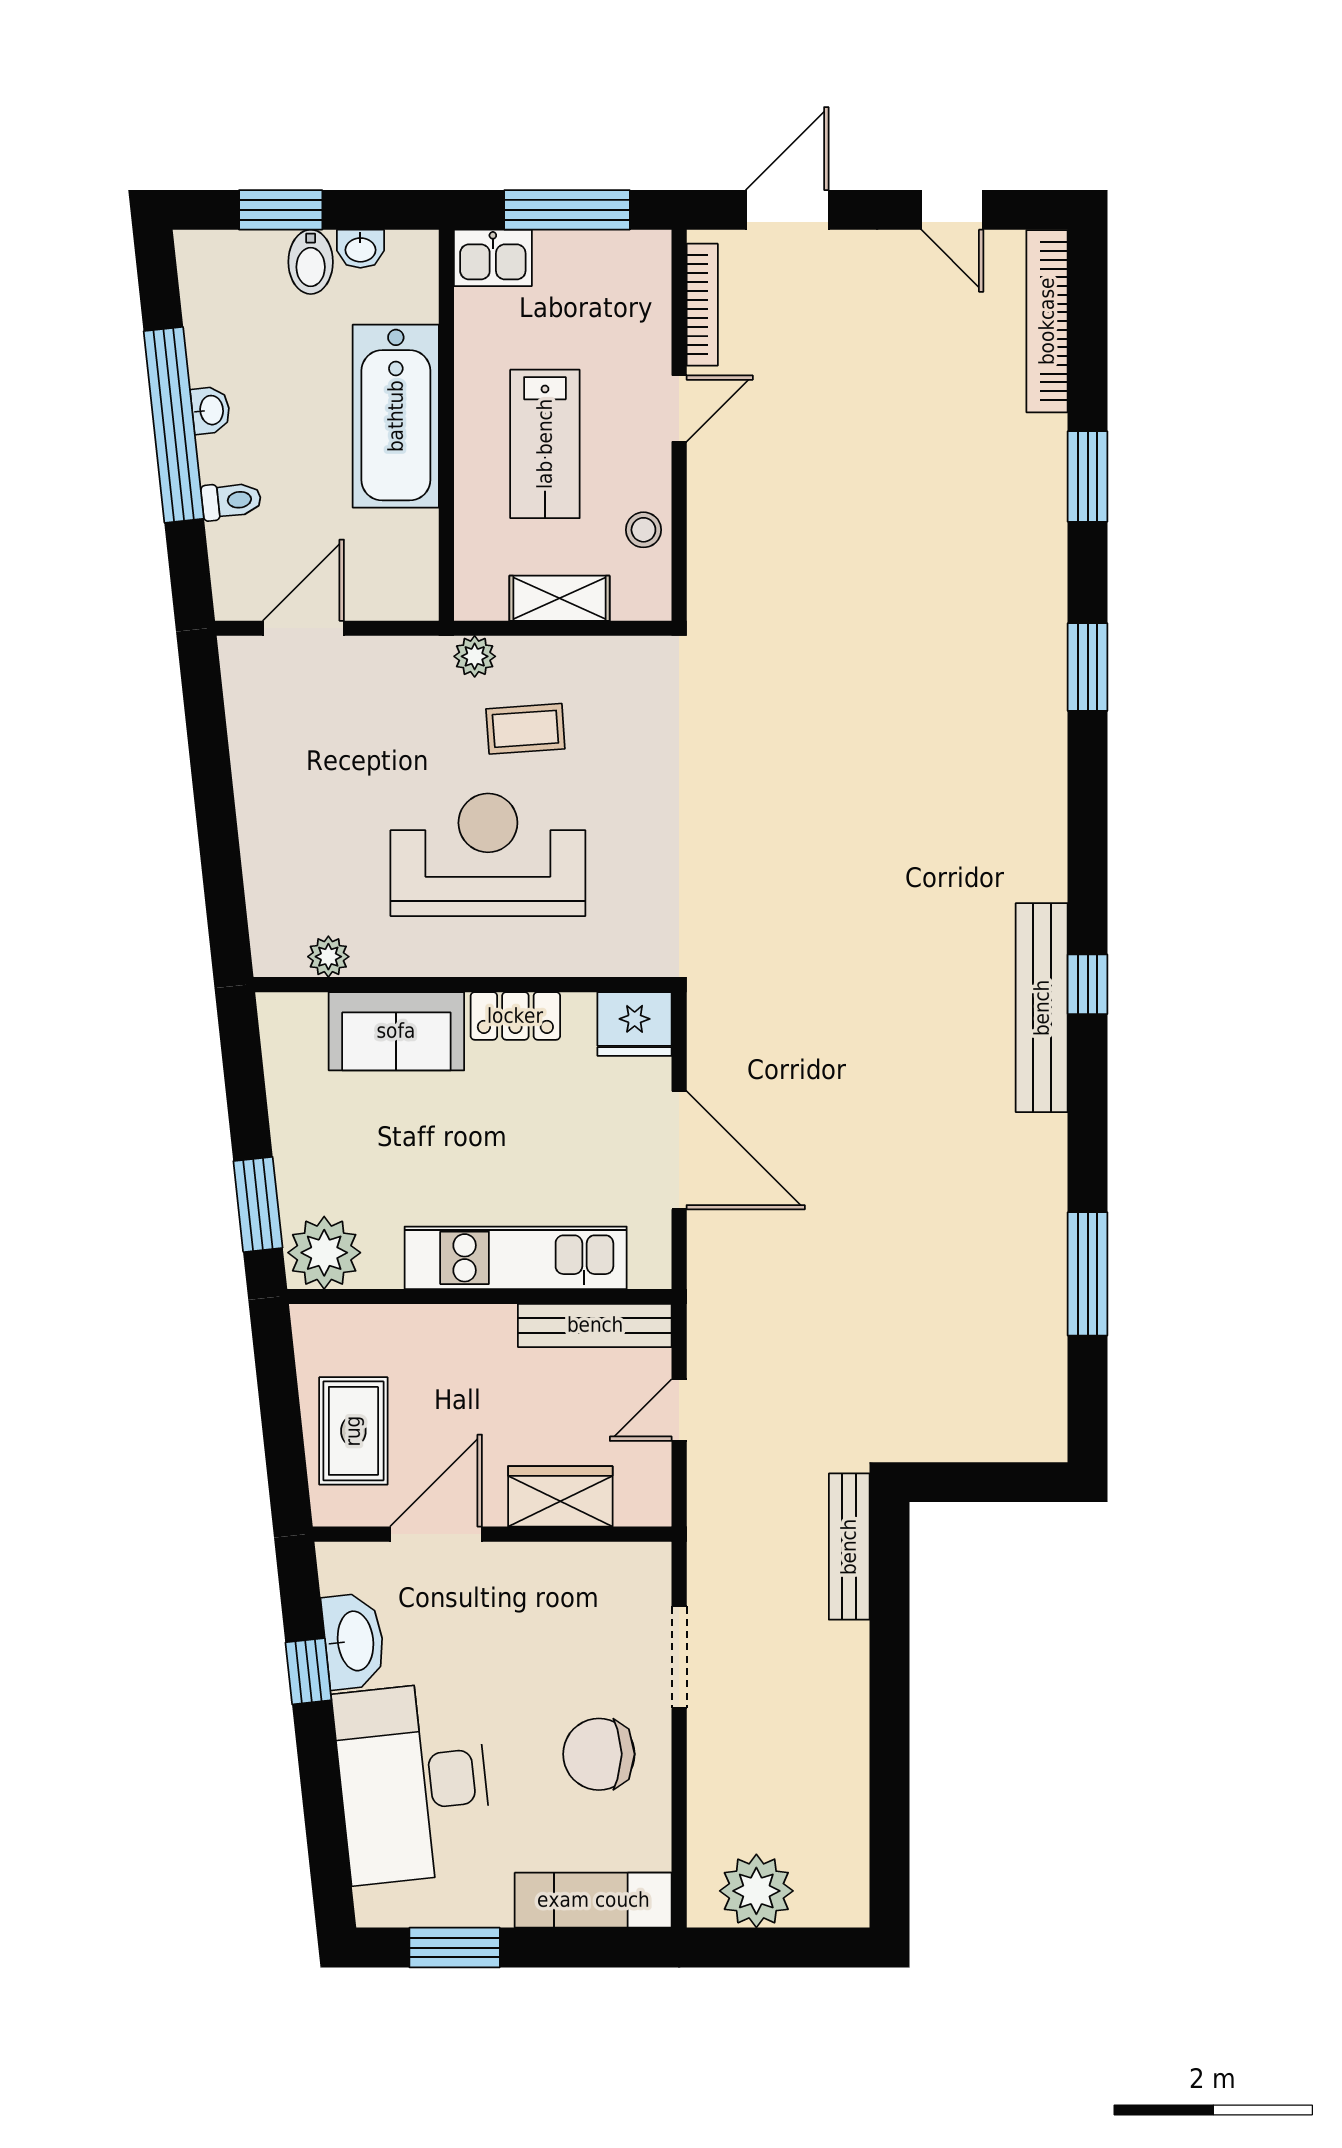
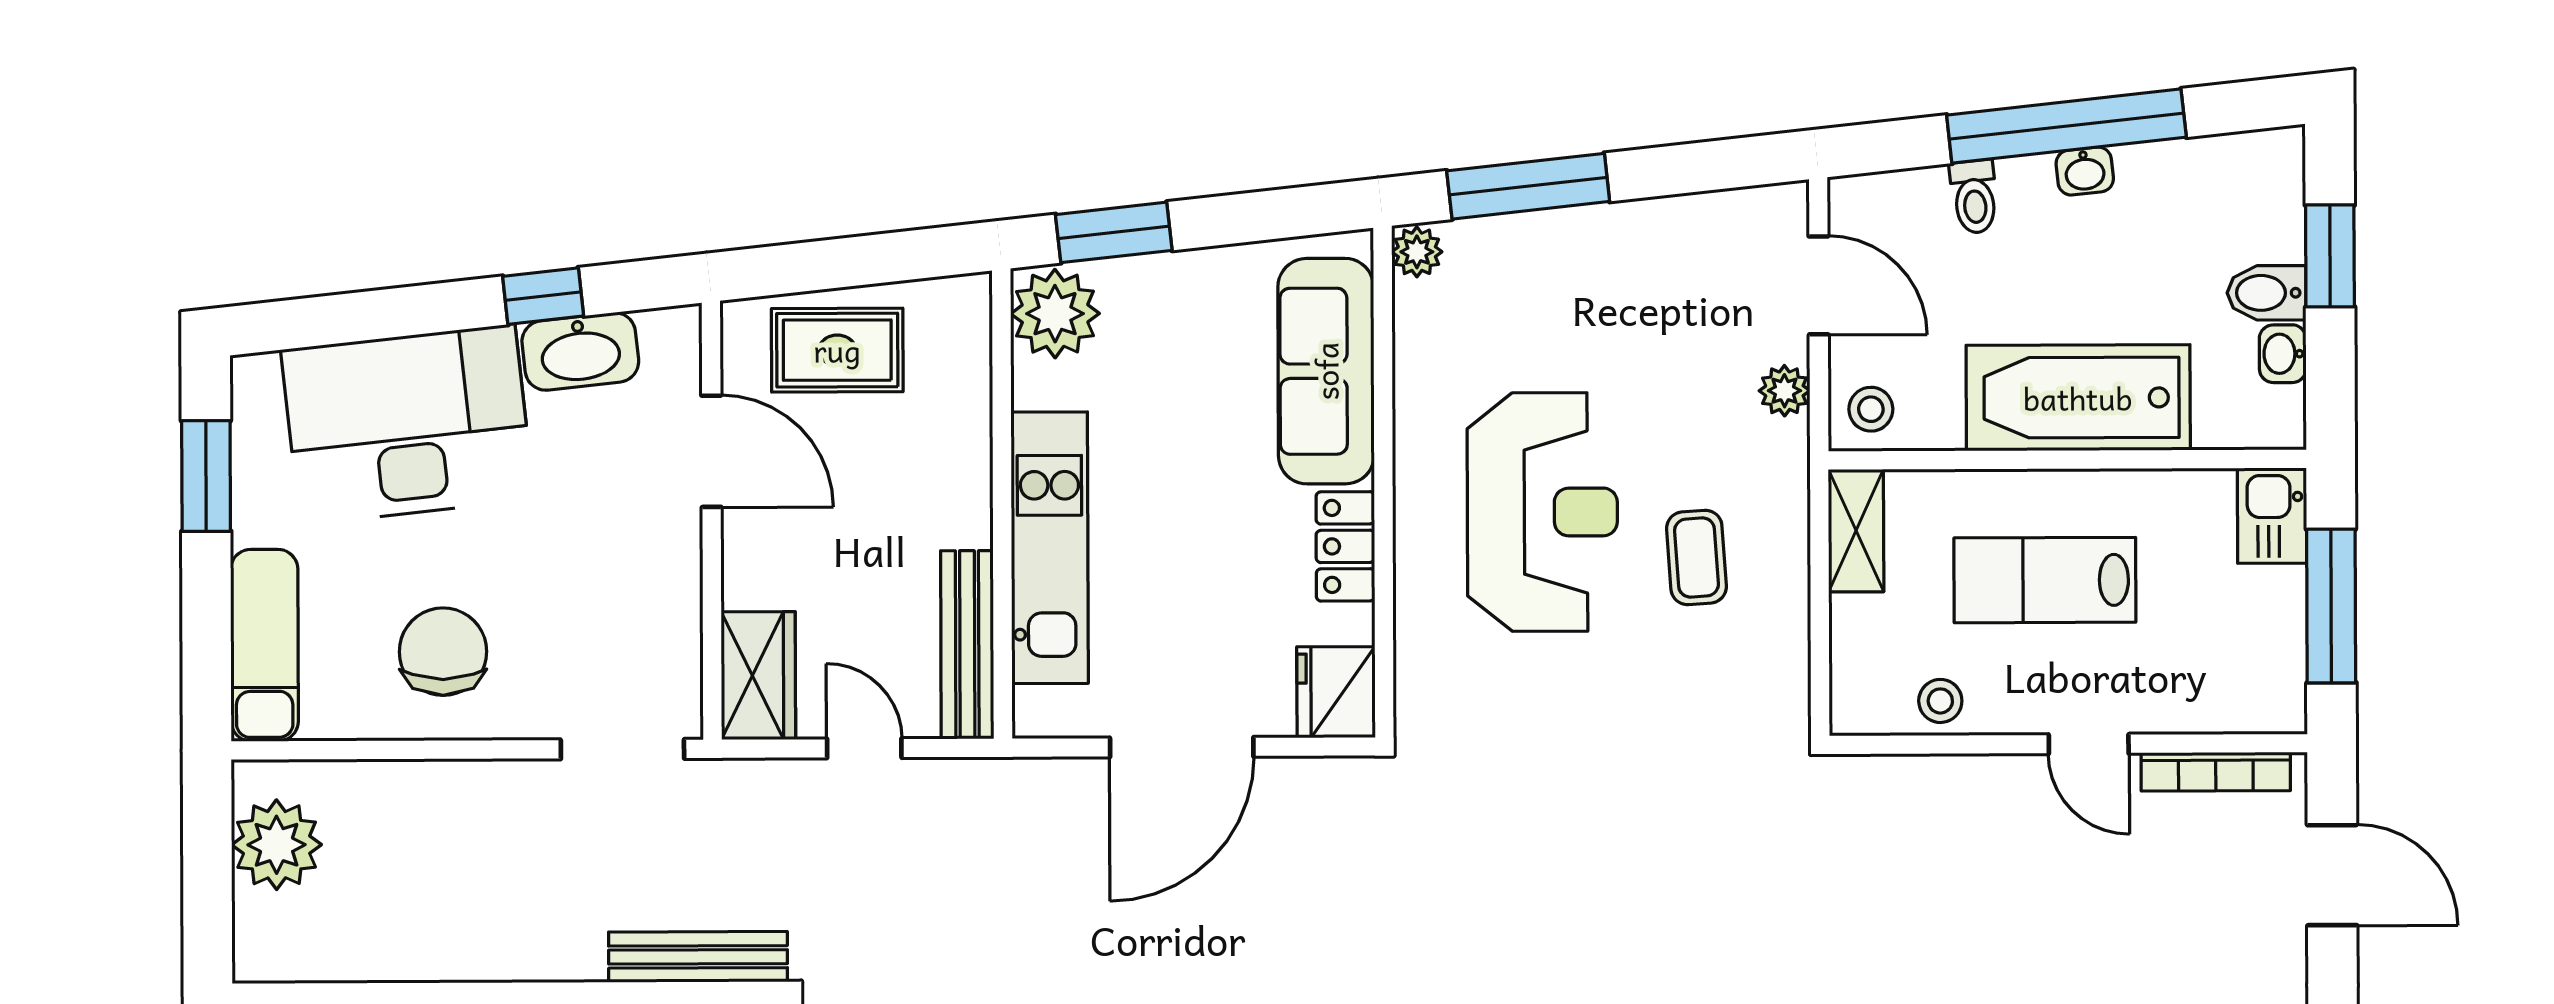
stool: (405, 586) -> (1871, 409), added
shelving: (559, 598) -> (1856, 531), moved
plant: (475, 656) -> (1784, 391), moved
window: (221, 865) -> (1528, 186), added
plant: (328, 957) -> (1417, 252), moved
sofa: (396, 1031) -> (1326, 371), width x1.36
wardrobe: (560, 1496) -> (758, 676), moved
doorway: (679, 1657) -> (622, 749), moved

